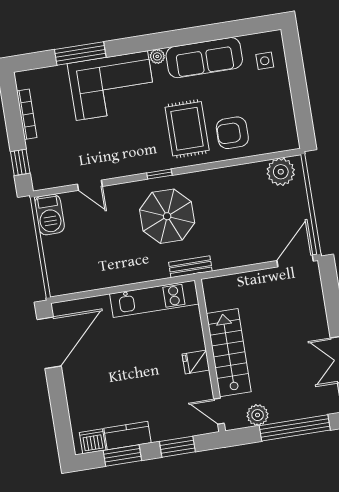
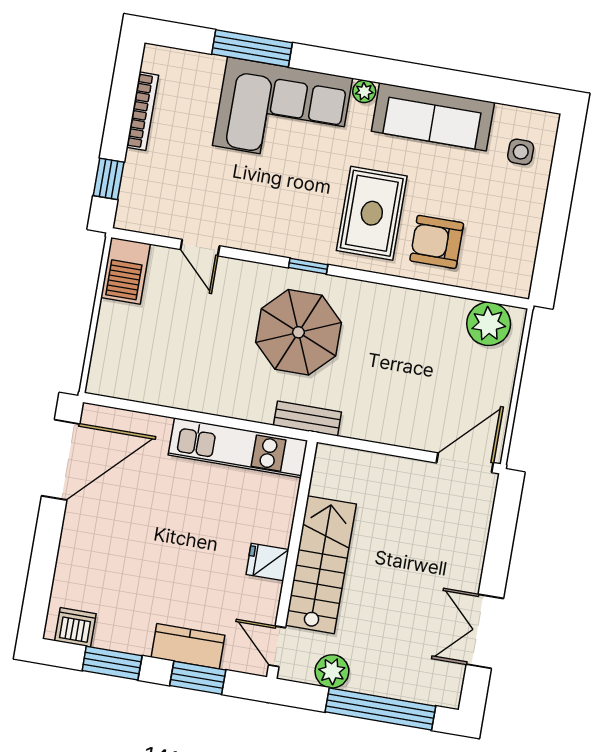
kitchen counter: (128, 436) -> (188, 646), moved

